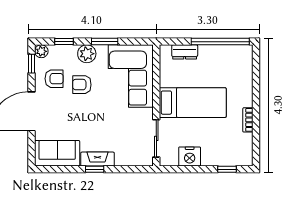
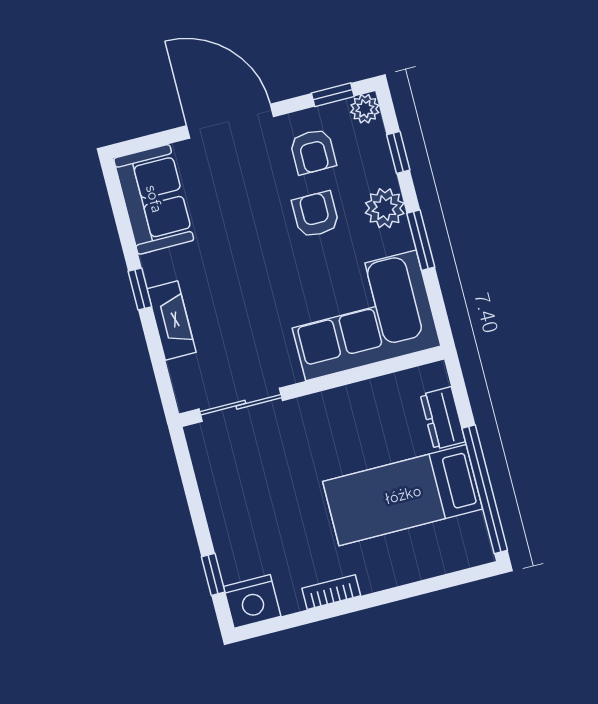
bed: (193, 103) -> (403, 495), moved, turned 90
nightstand: (190, 157) -> (252, 601), moved, turned -90
fireplace: (97, 159) -> (171, 320), moved

